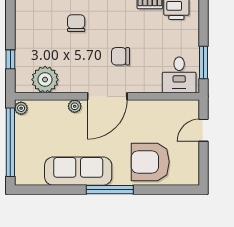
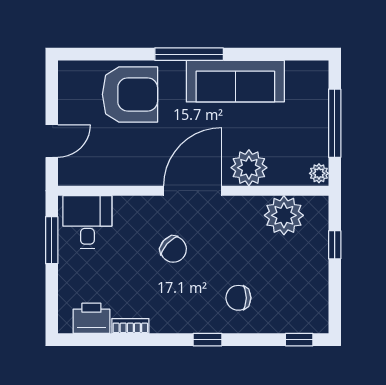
chair: (76, 23) -> (238, 298), turned 90
chair: (121, 56) -> (173, 249), turned 42
plant: (75, 106) -> (249, 168), width x1.88, depth x1.88
window: (10, 142) -> (335, 123), width x0.68

